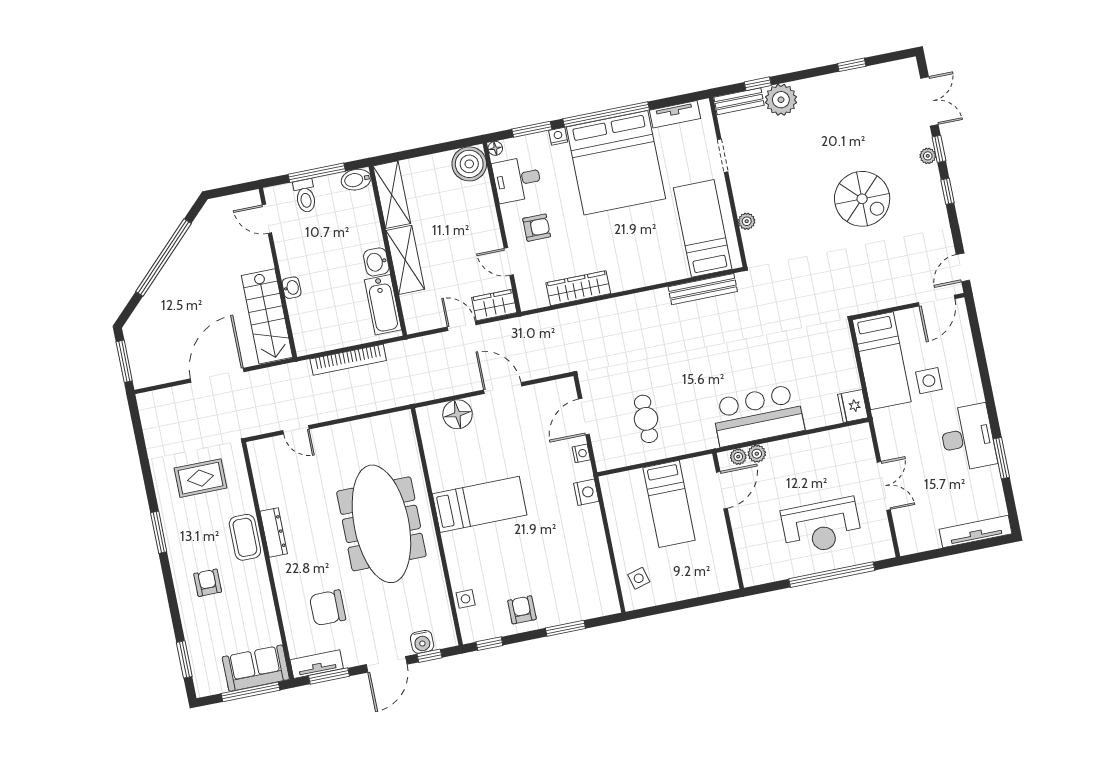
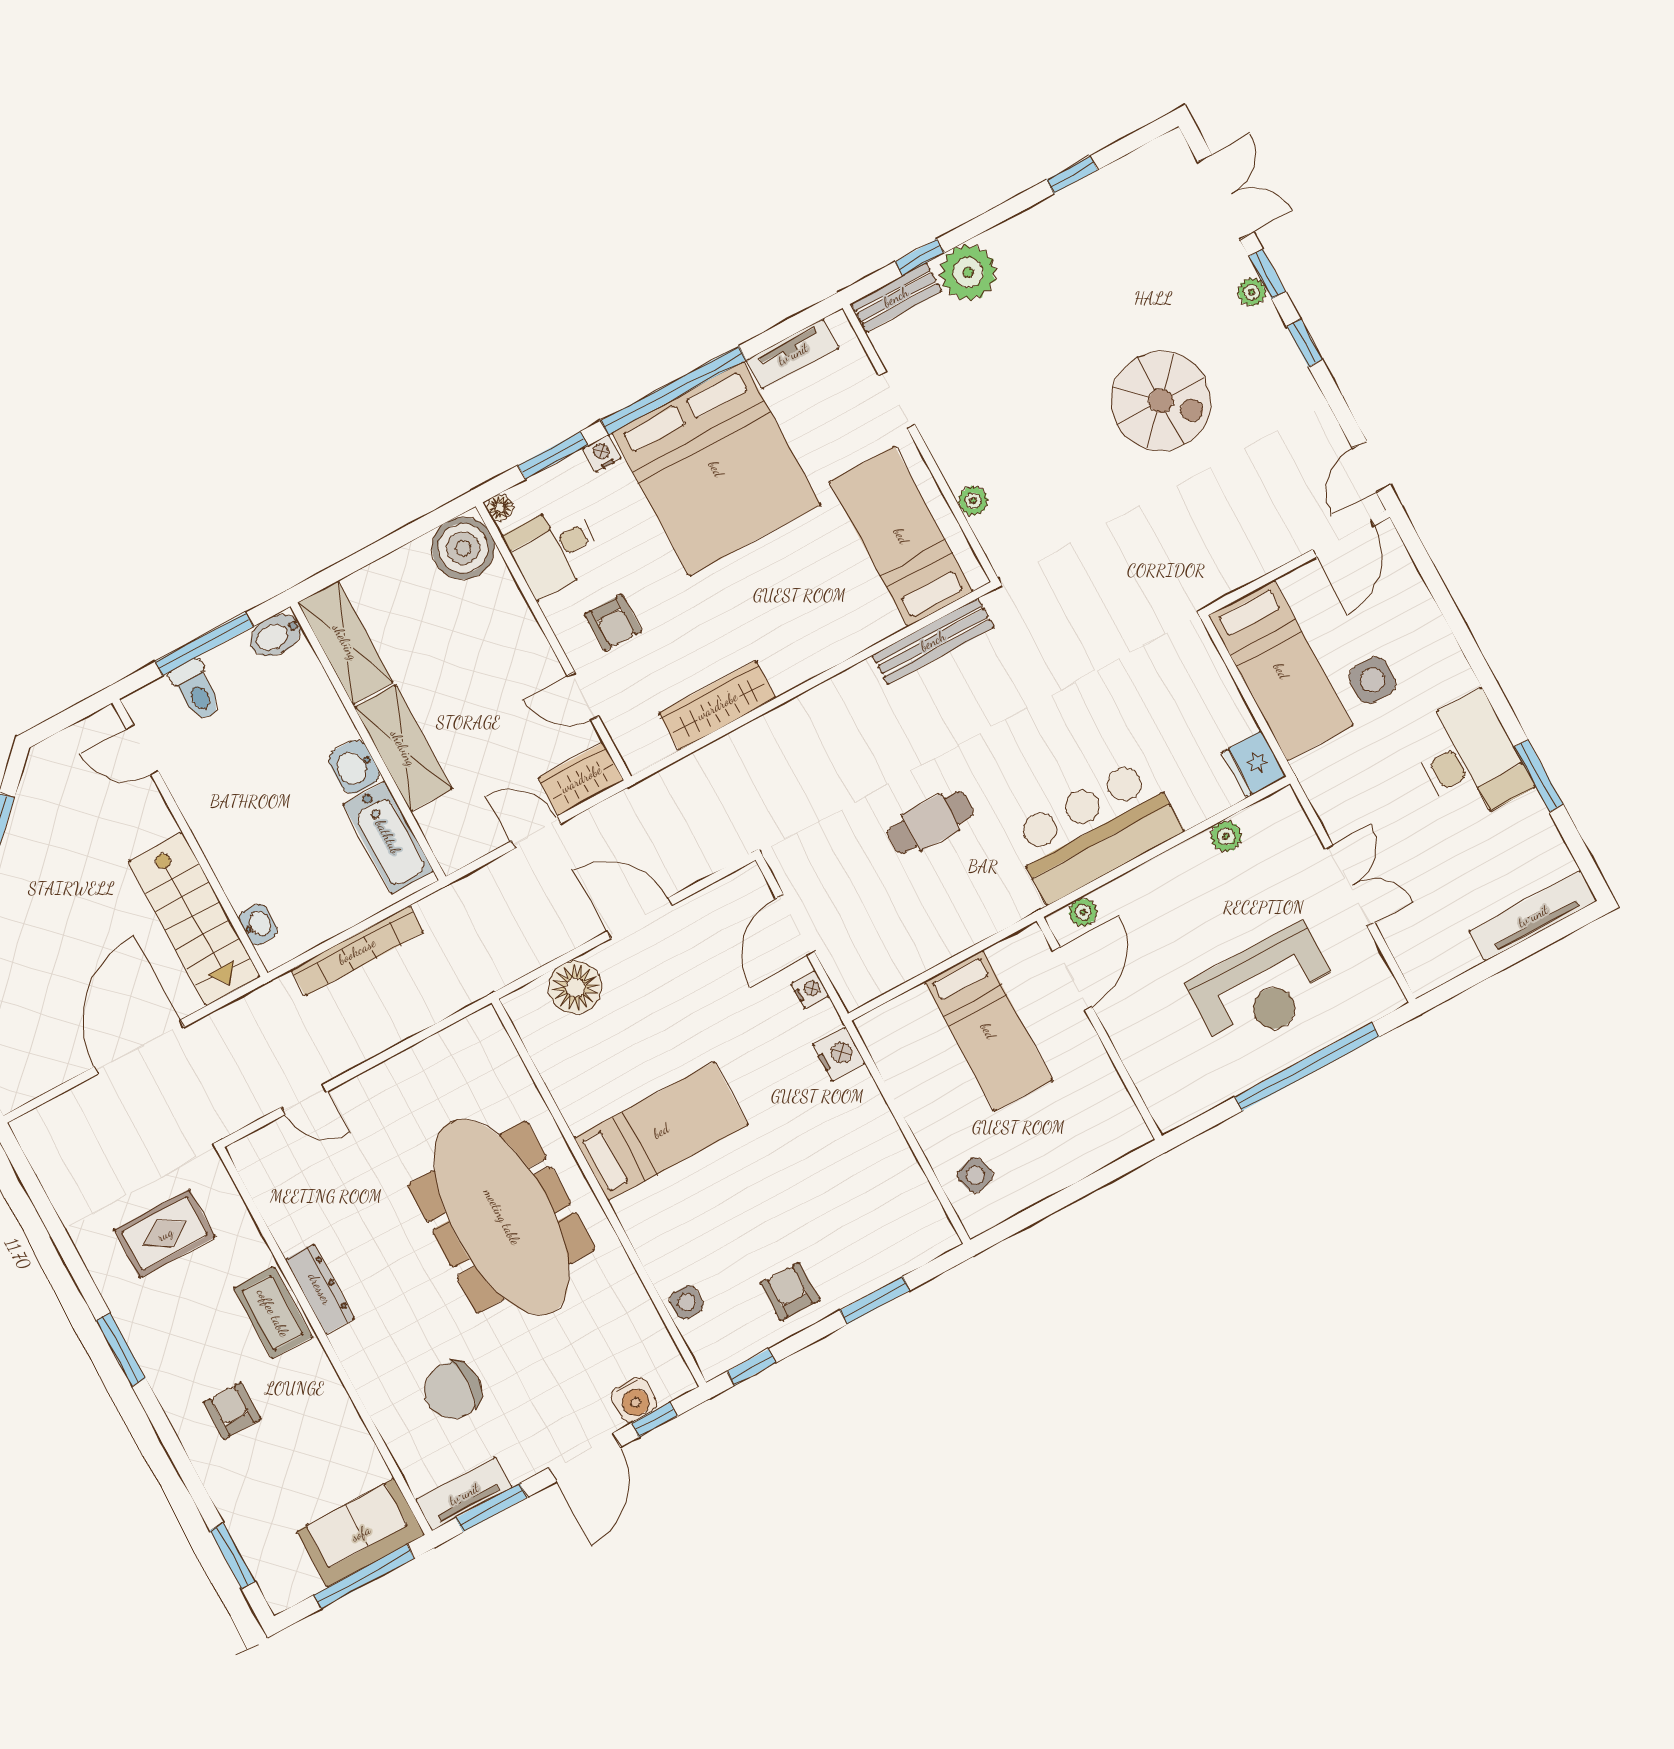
armchair: (537, 228) -> (613, 623), turned 90
washbasin: (292, 288) -> (258, 924), moved
cafe table: (646, 419) -> (931, 822), moved, turned 90
plant: (757, 454) -> (1226, 836), moved

